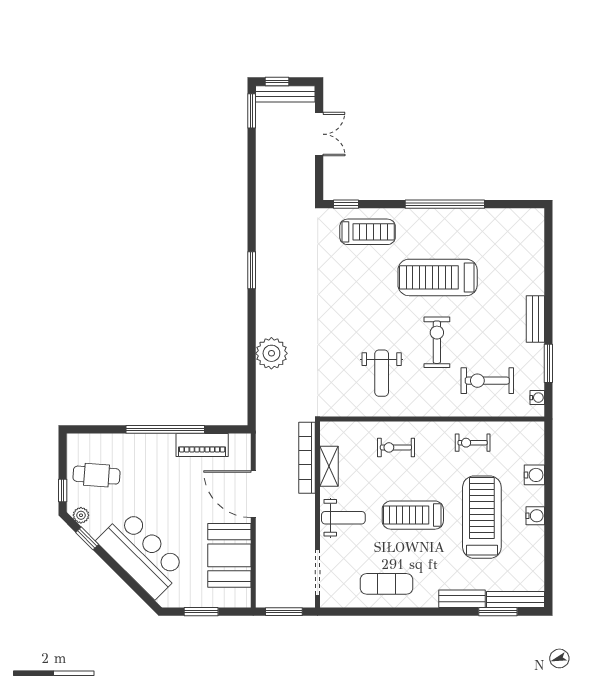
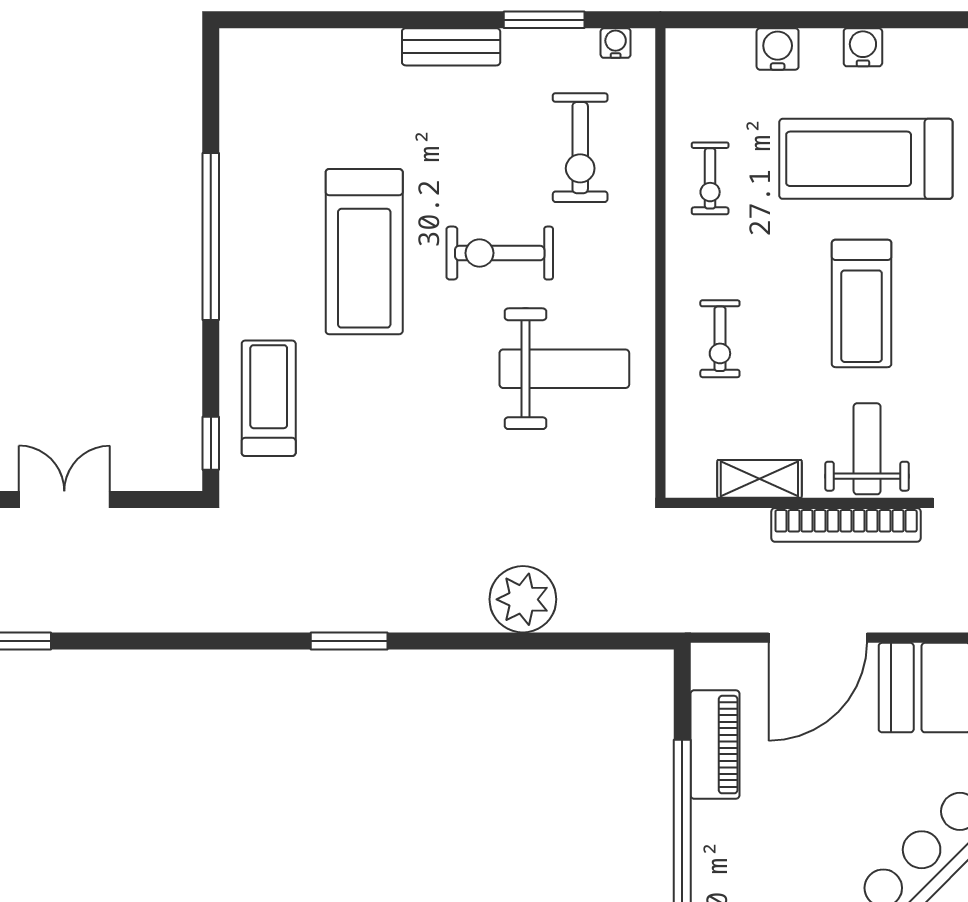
weight bench: (382, 373) -> (564, 369), width x1.36, depth x1.33
bookcase: (307, 458) -> (846, 525), moved

